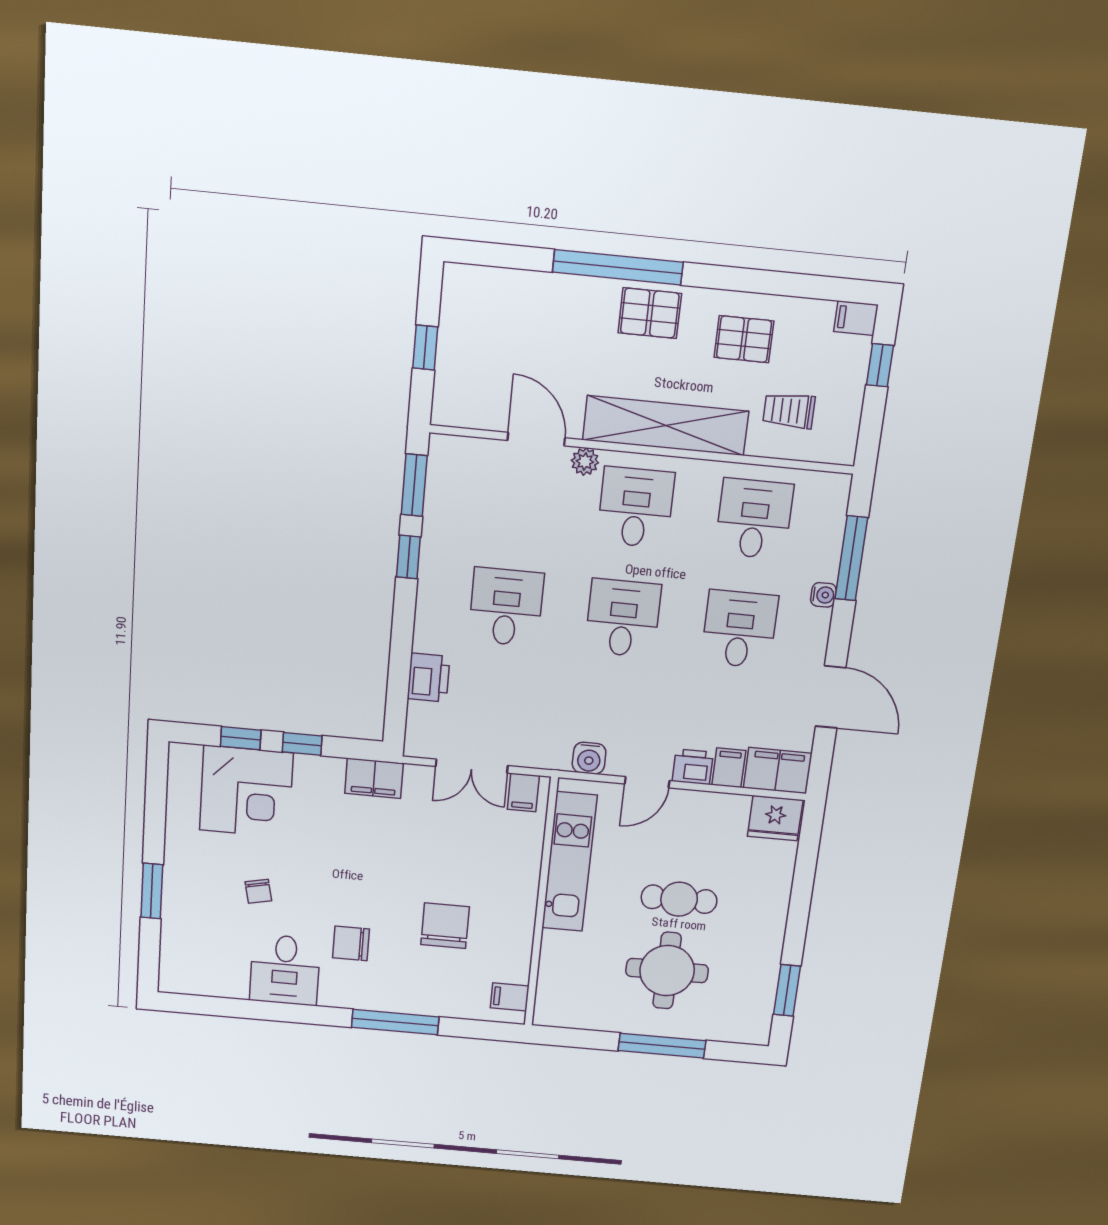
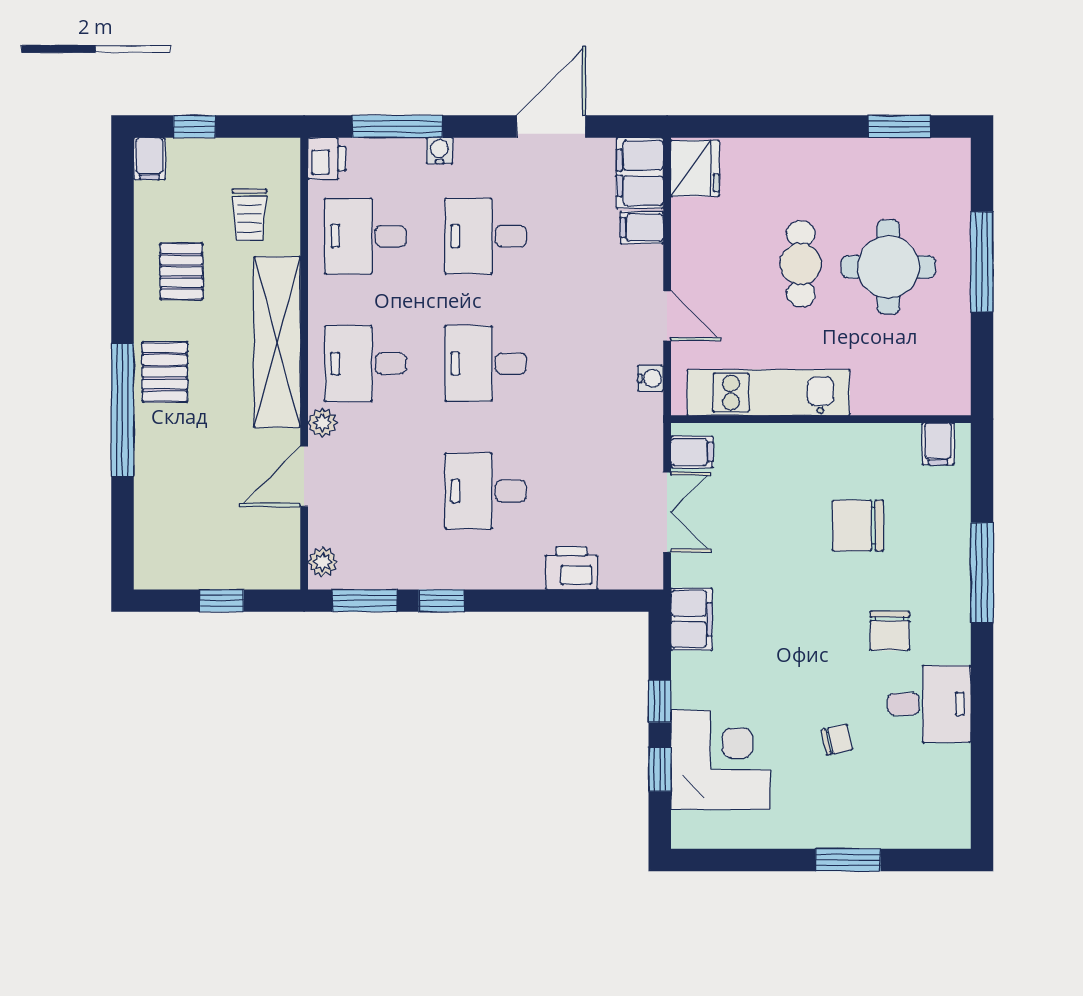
plant: (454, 449) -> (323, 562), added
water cooler: (589, 758) -> (651, 378), width x0.72, depth x0.72
printer: (693, 767) -> (327, 158), moved, turned 180

